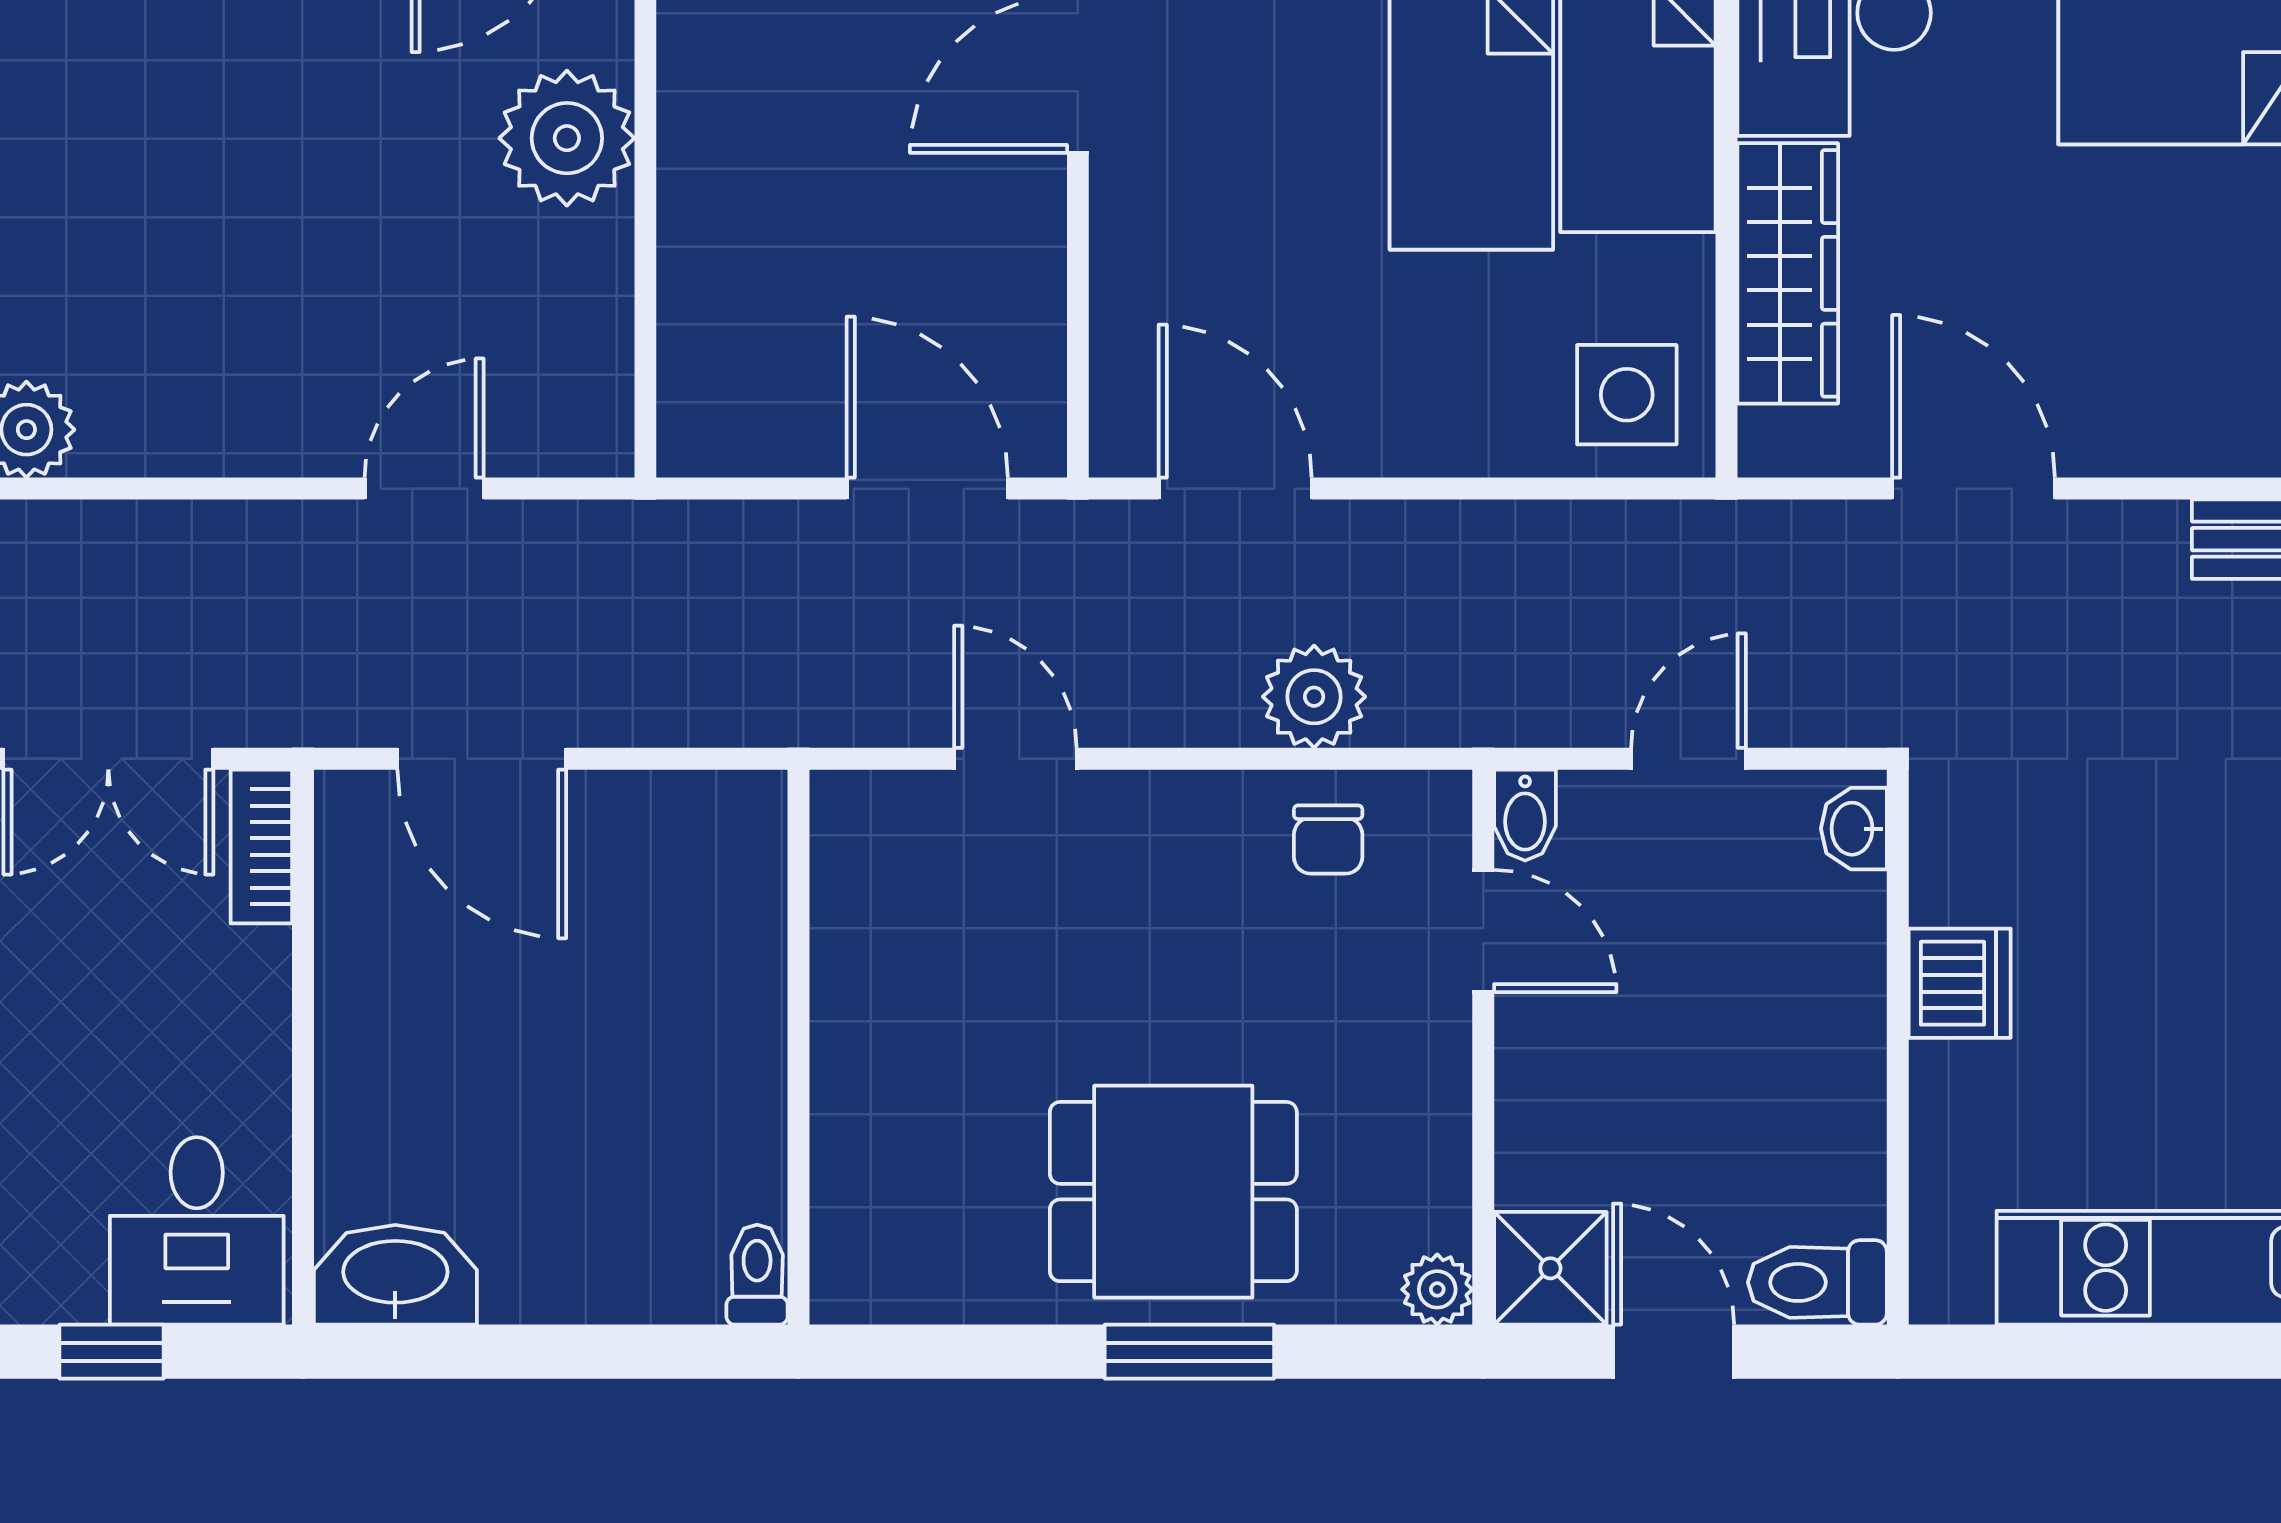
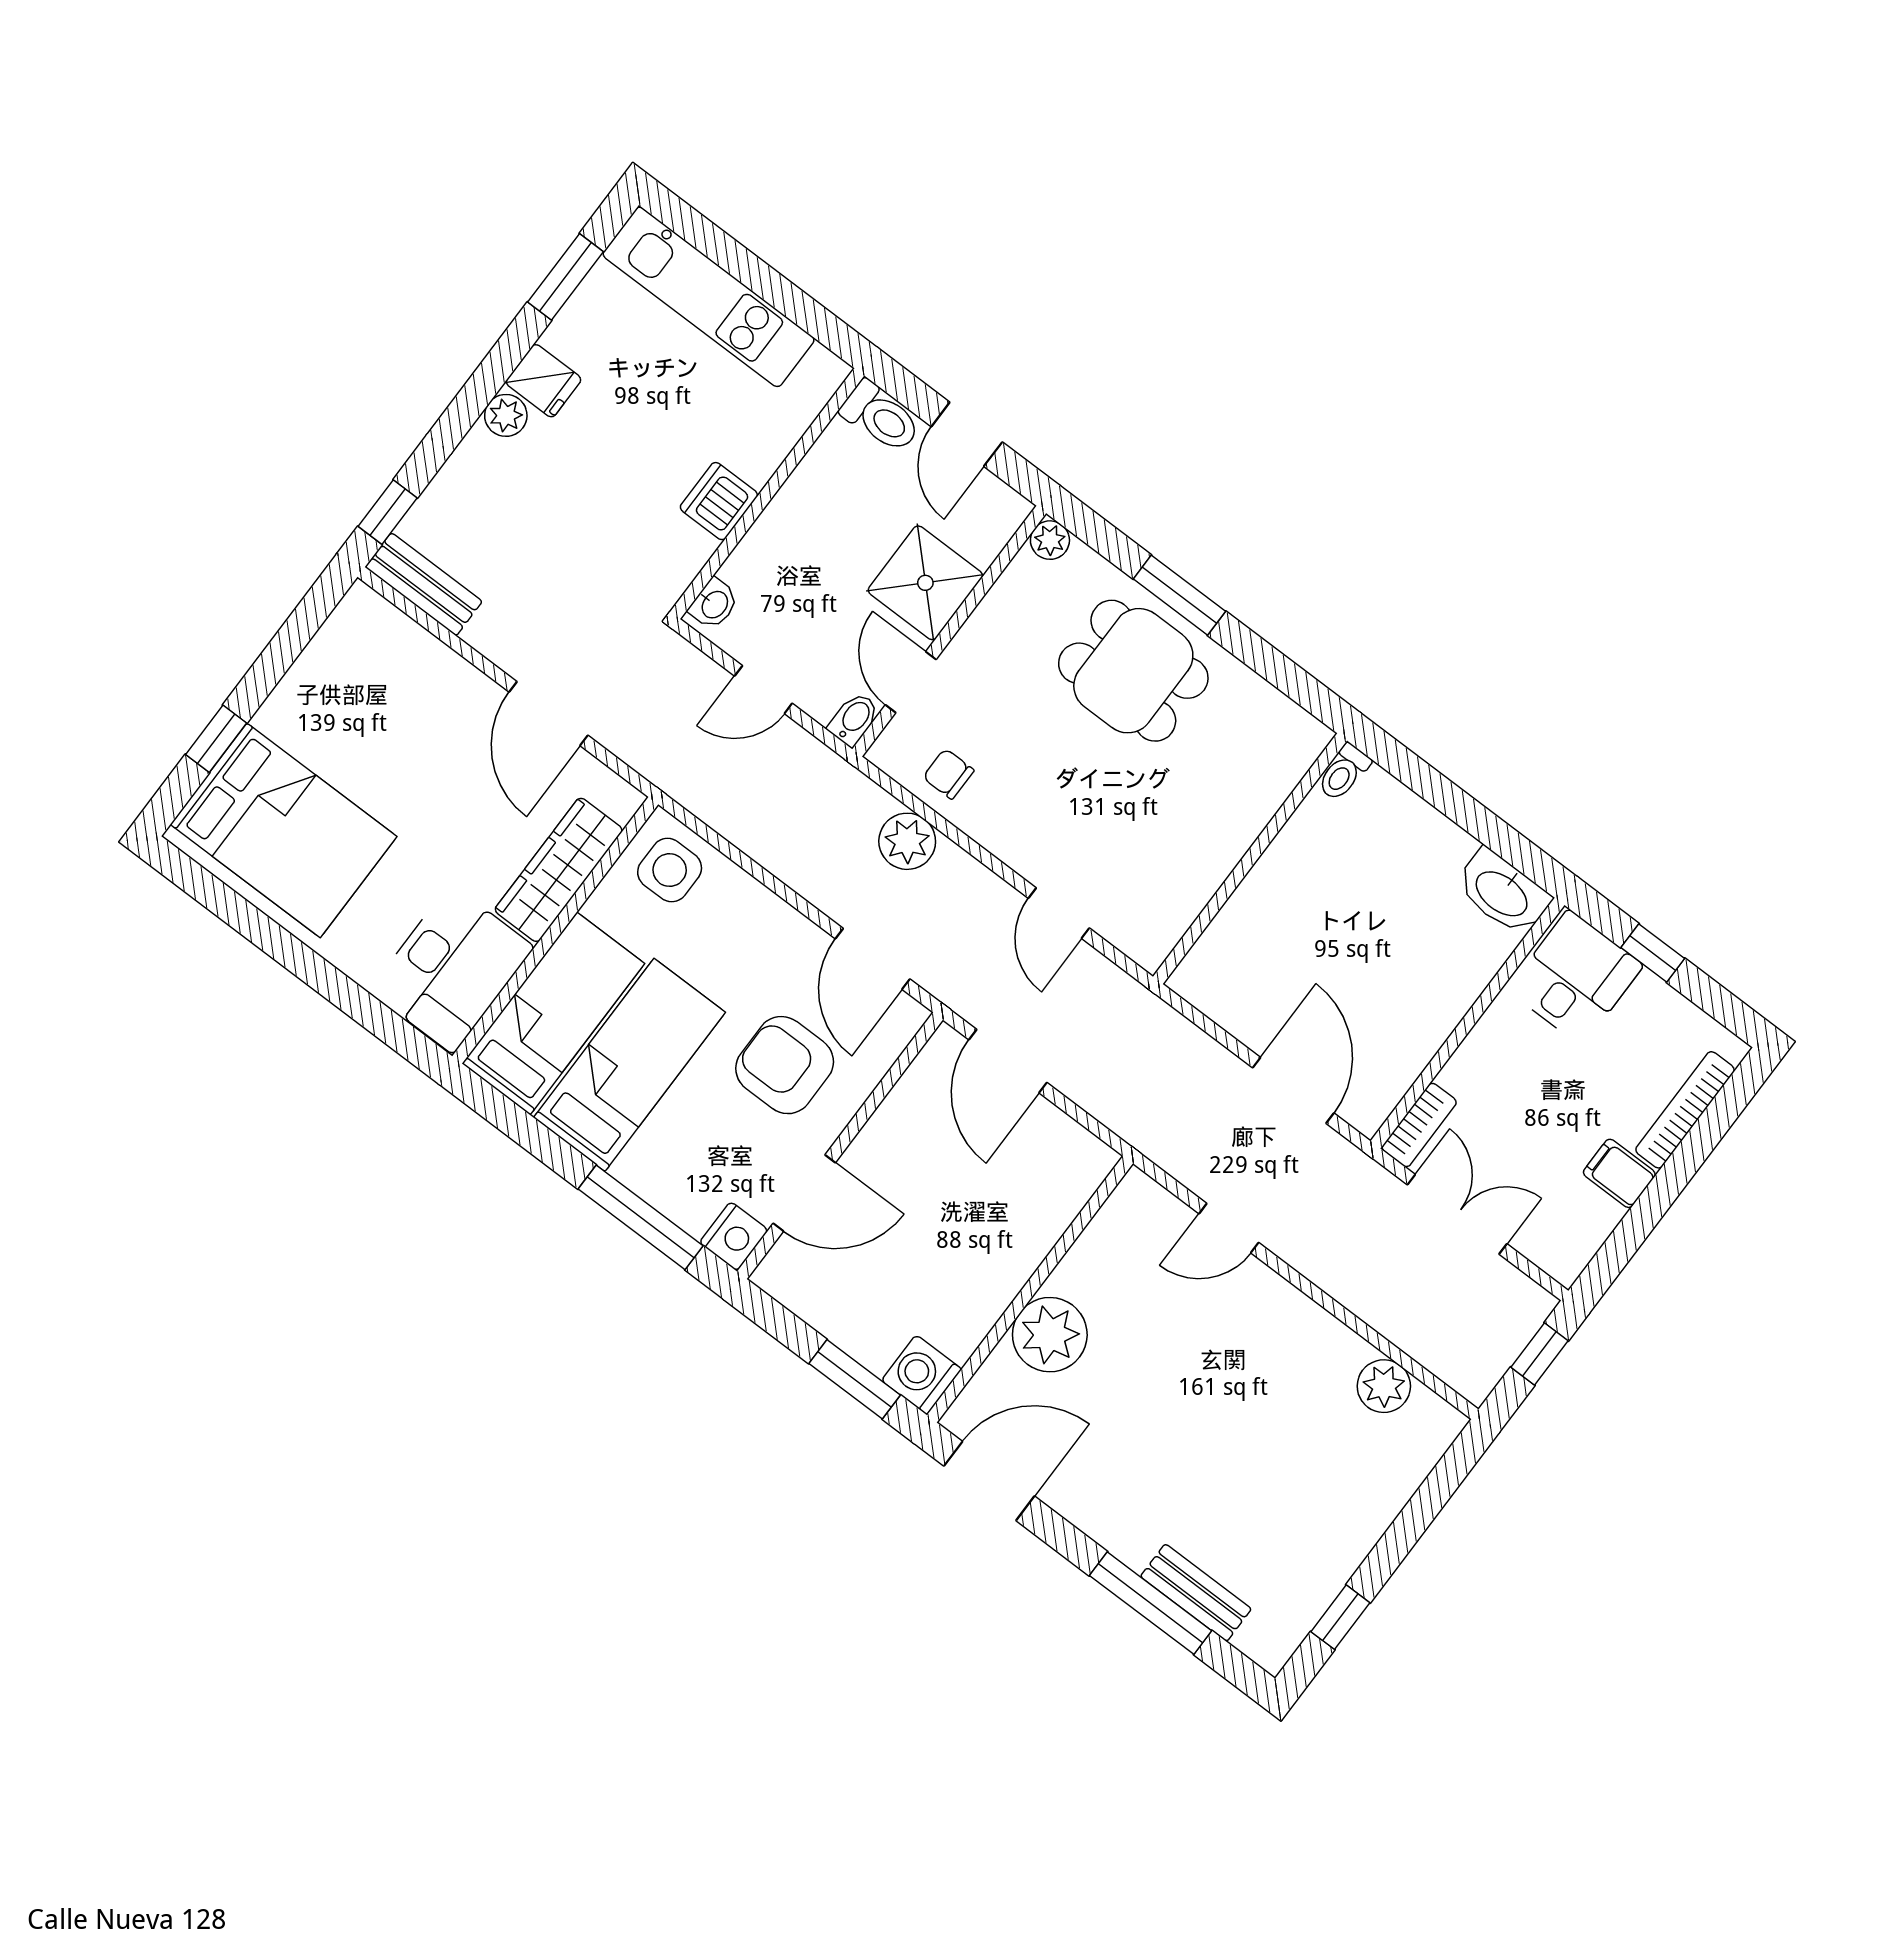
armchair: (1246, 238) -> (785, 1065), added
chair: (1328, 840) -> (948, 774), turned -90
shower: (1550, 1268) -> (925, 583), moved, width x1.36, depth x1.36

